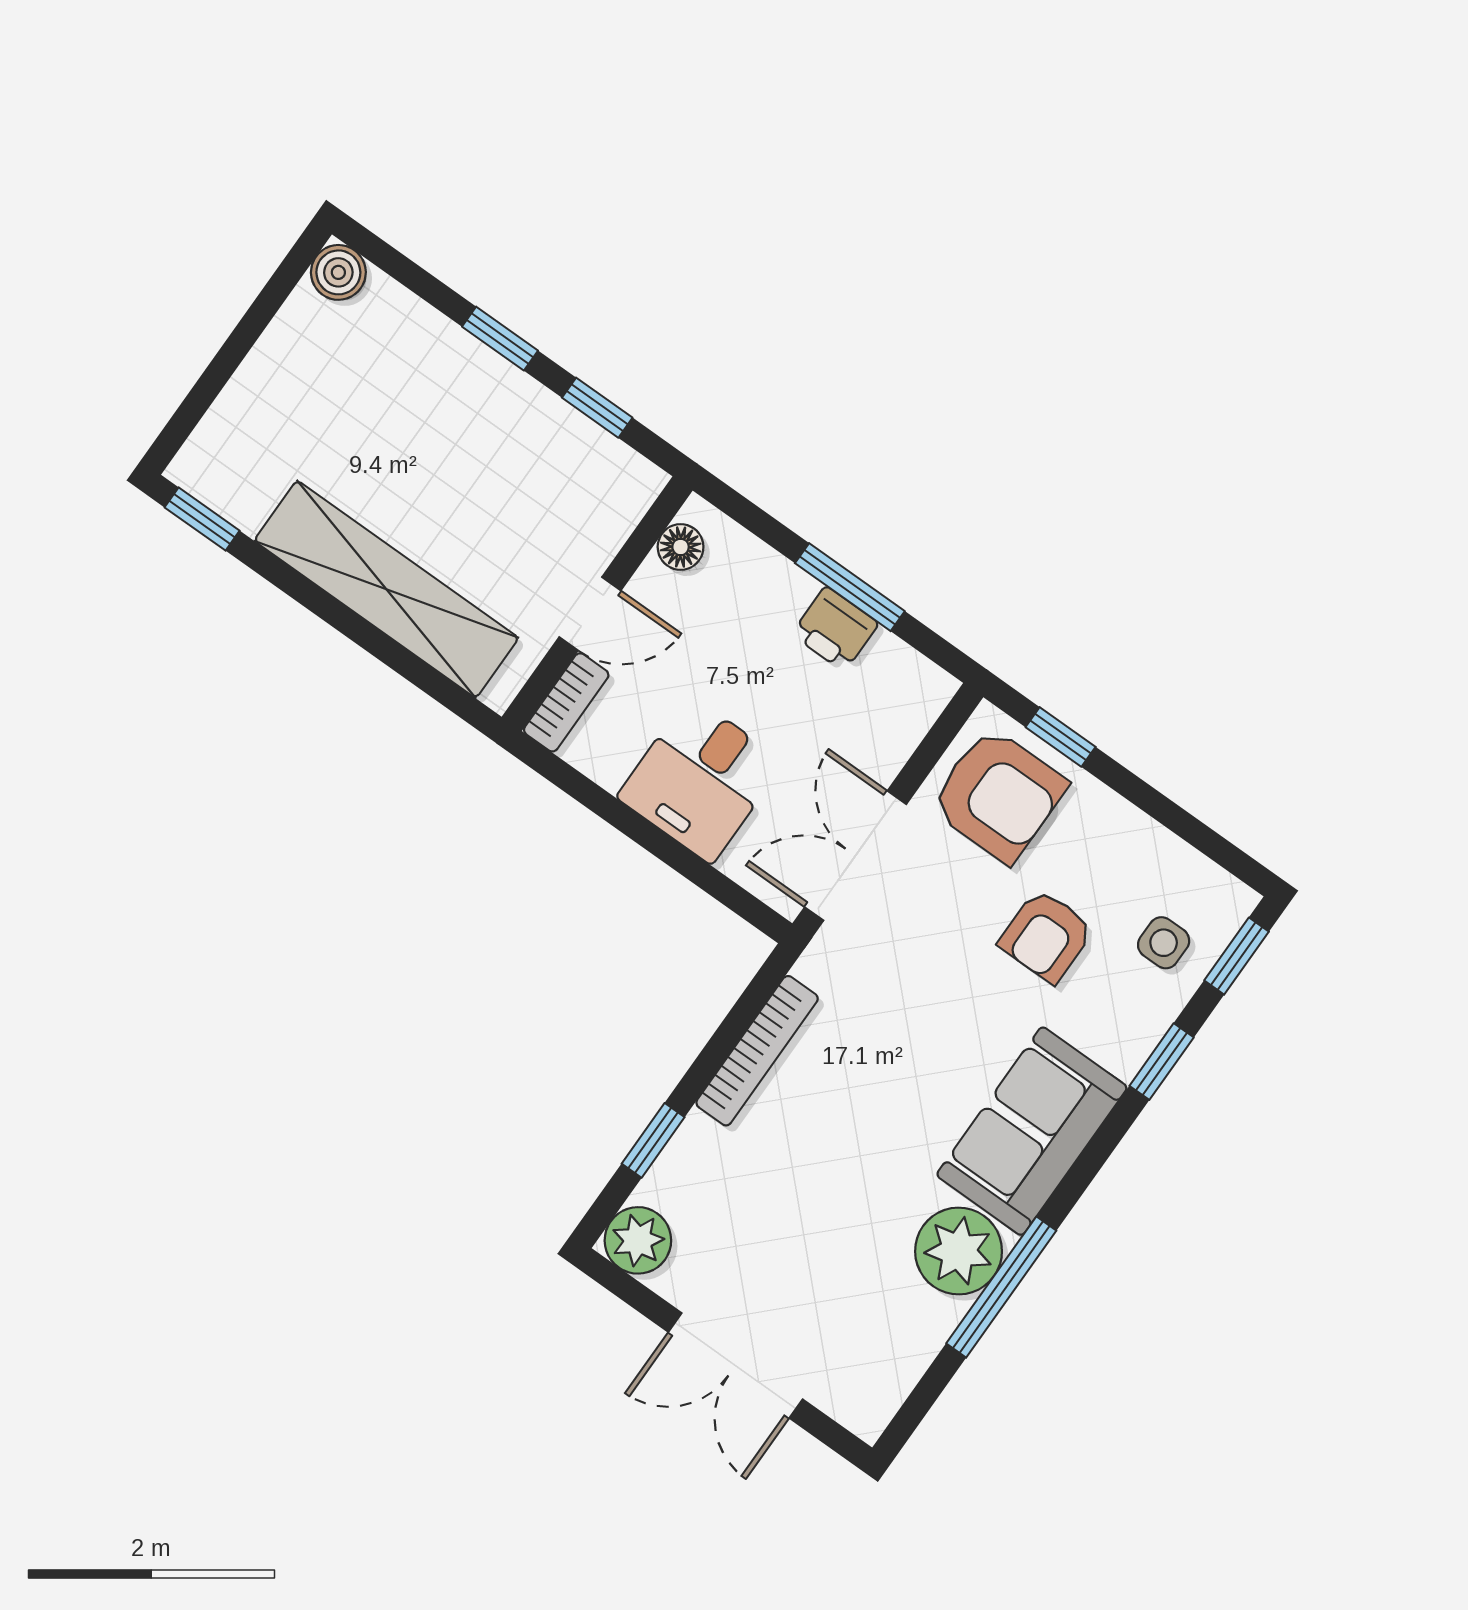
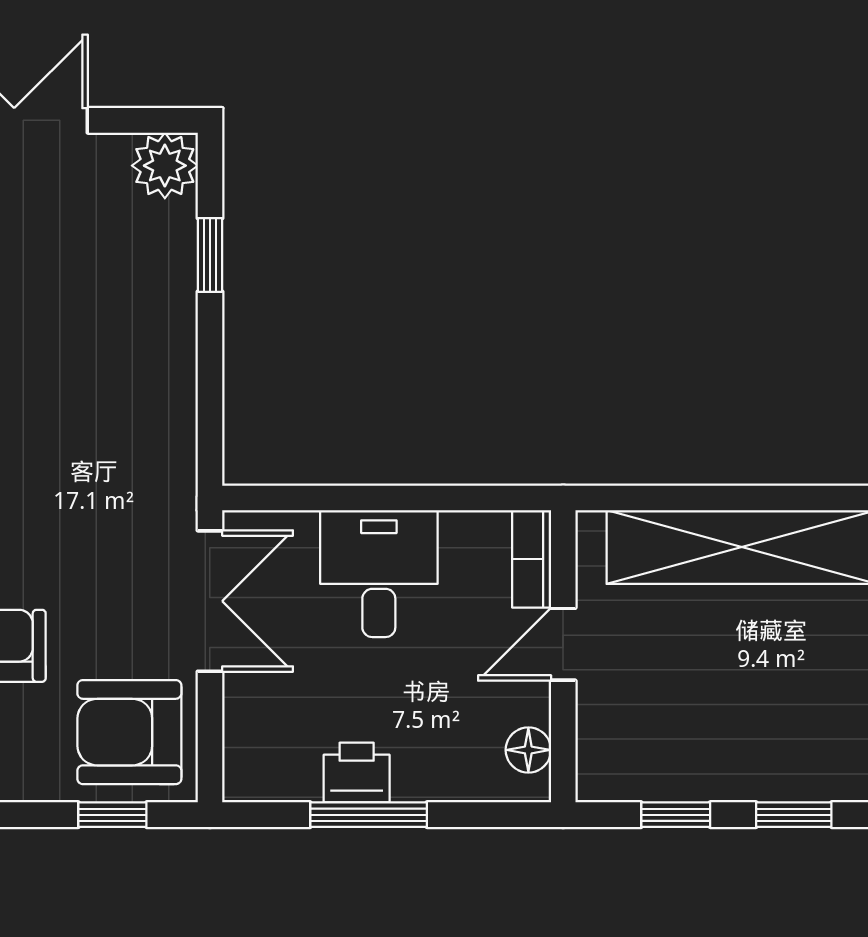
bookcase: (757, 1051) -> (177, 387), removed

